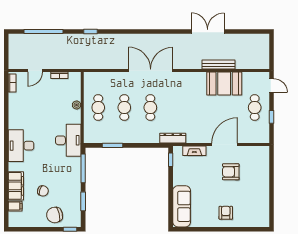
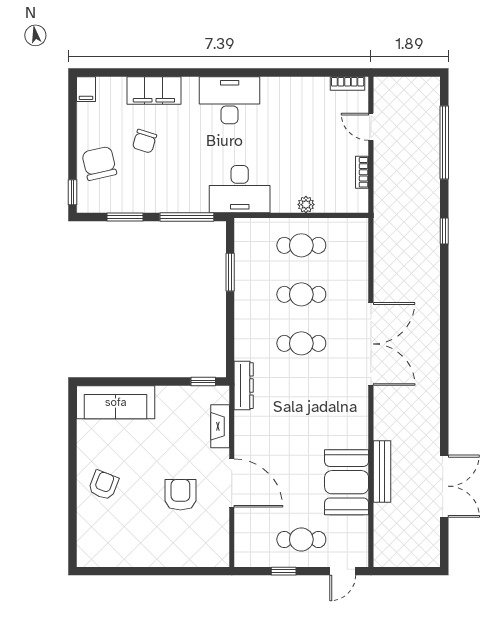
double door: (208, 32) -> (444, 486), moved
filing cabinet: (15, 206) -> (86, 89), moved
armchair: (226, 213) -> (103, 485), turned -69

